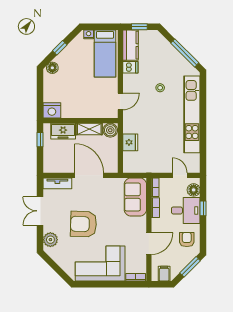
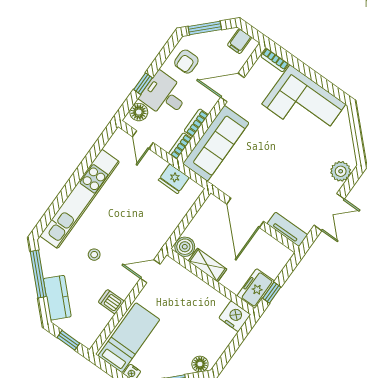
kitchen counter: (130, 45) -> (57, 298), moved, turned 135
freezer: (63, 131) -> (256, 289), moved, turned -90
fridge: (130, 142) -> (174, 179), moved, turned -90
sofa: (135, 197) -> (216, 143), width x1.36
armchair: (84, 224) -> (291, 162), removed

